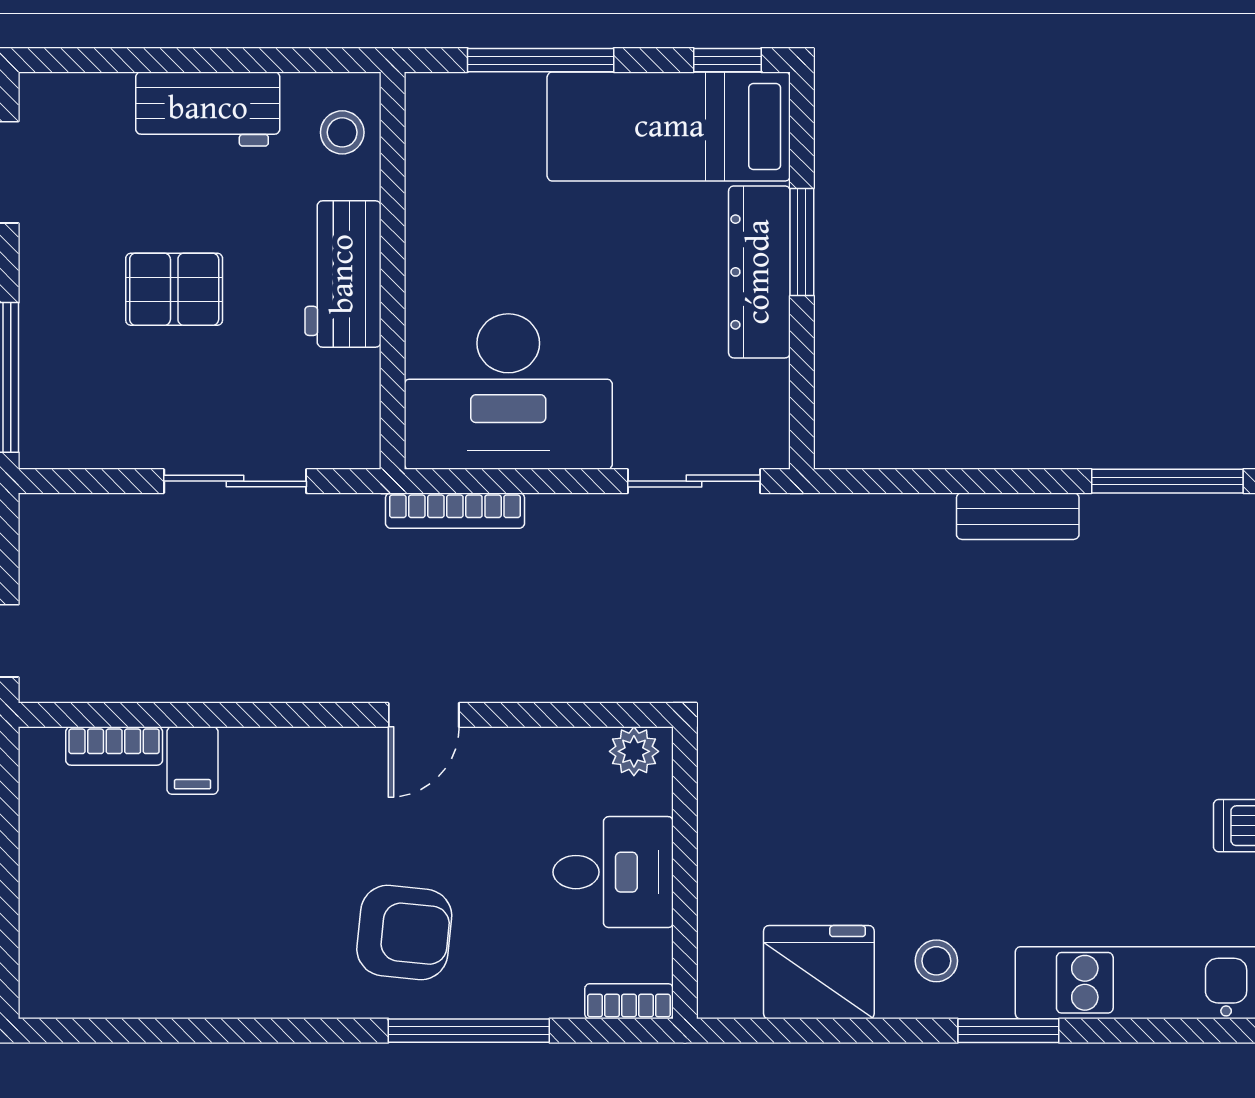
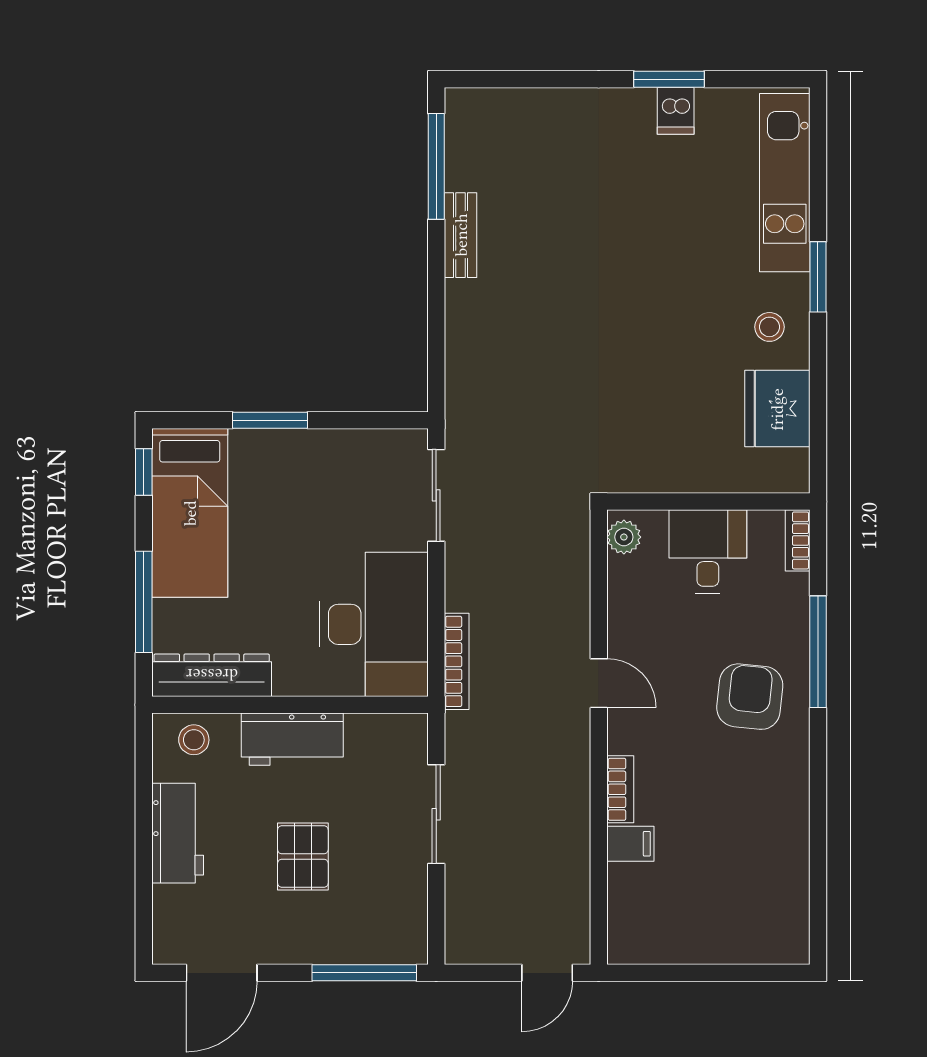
dresser: (759, 272) -> (212, 675), moved, turned 180
bench: (1018, 516) -> (461, 235), moved
bookcase: (114, 746) -> (620, 789), moved

